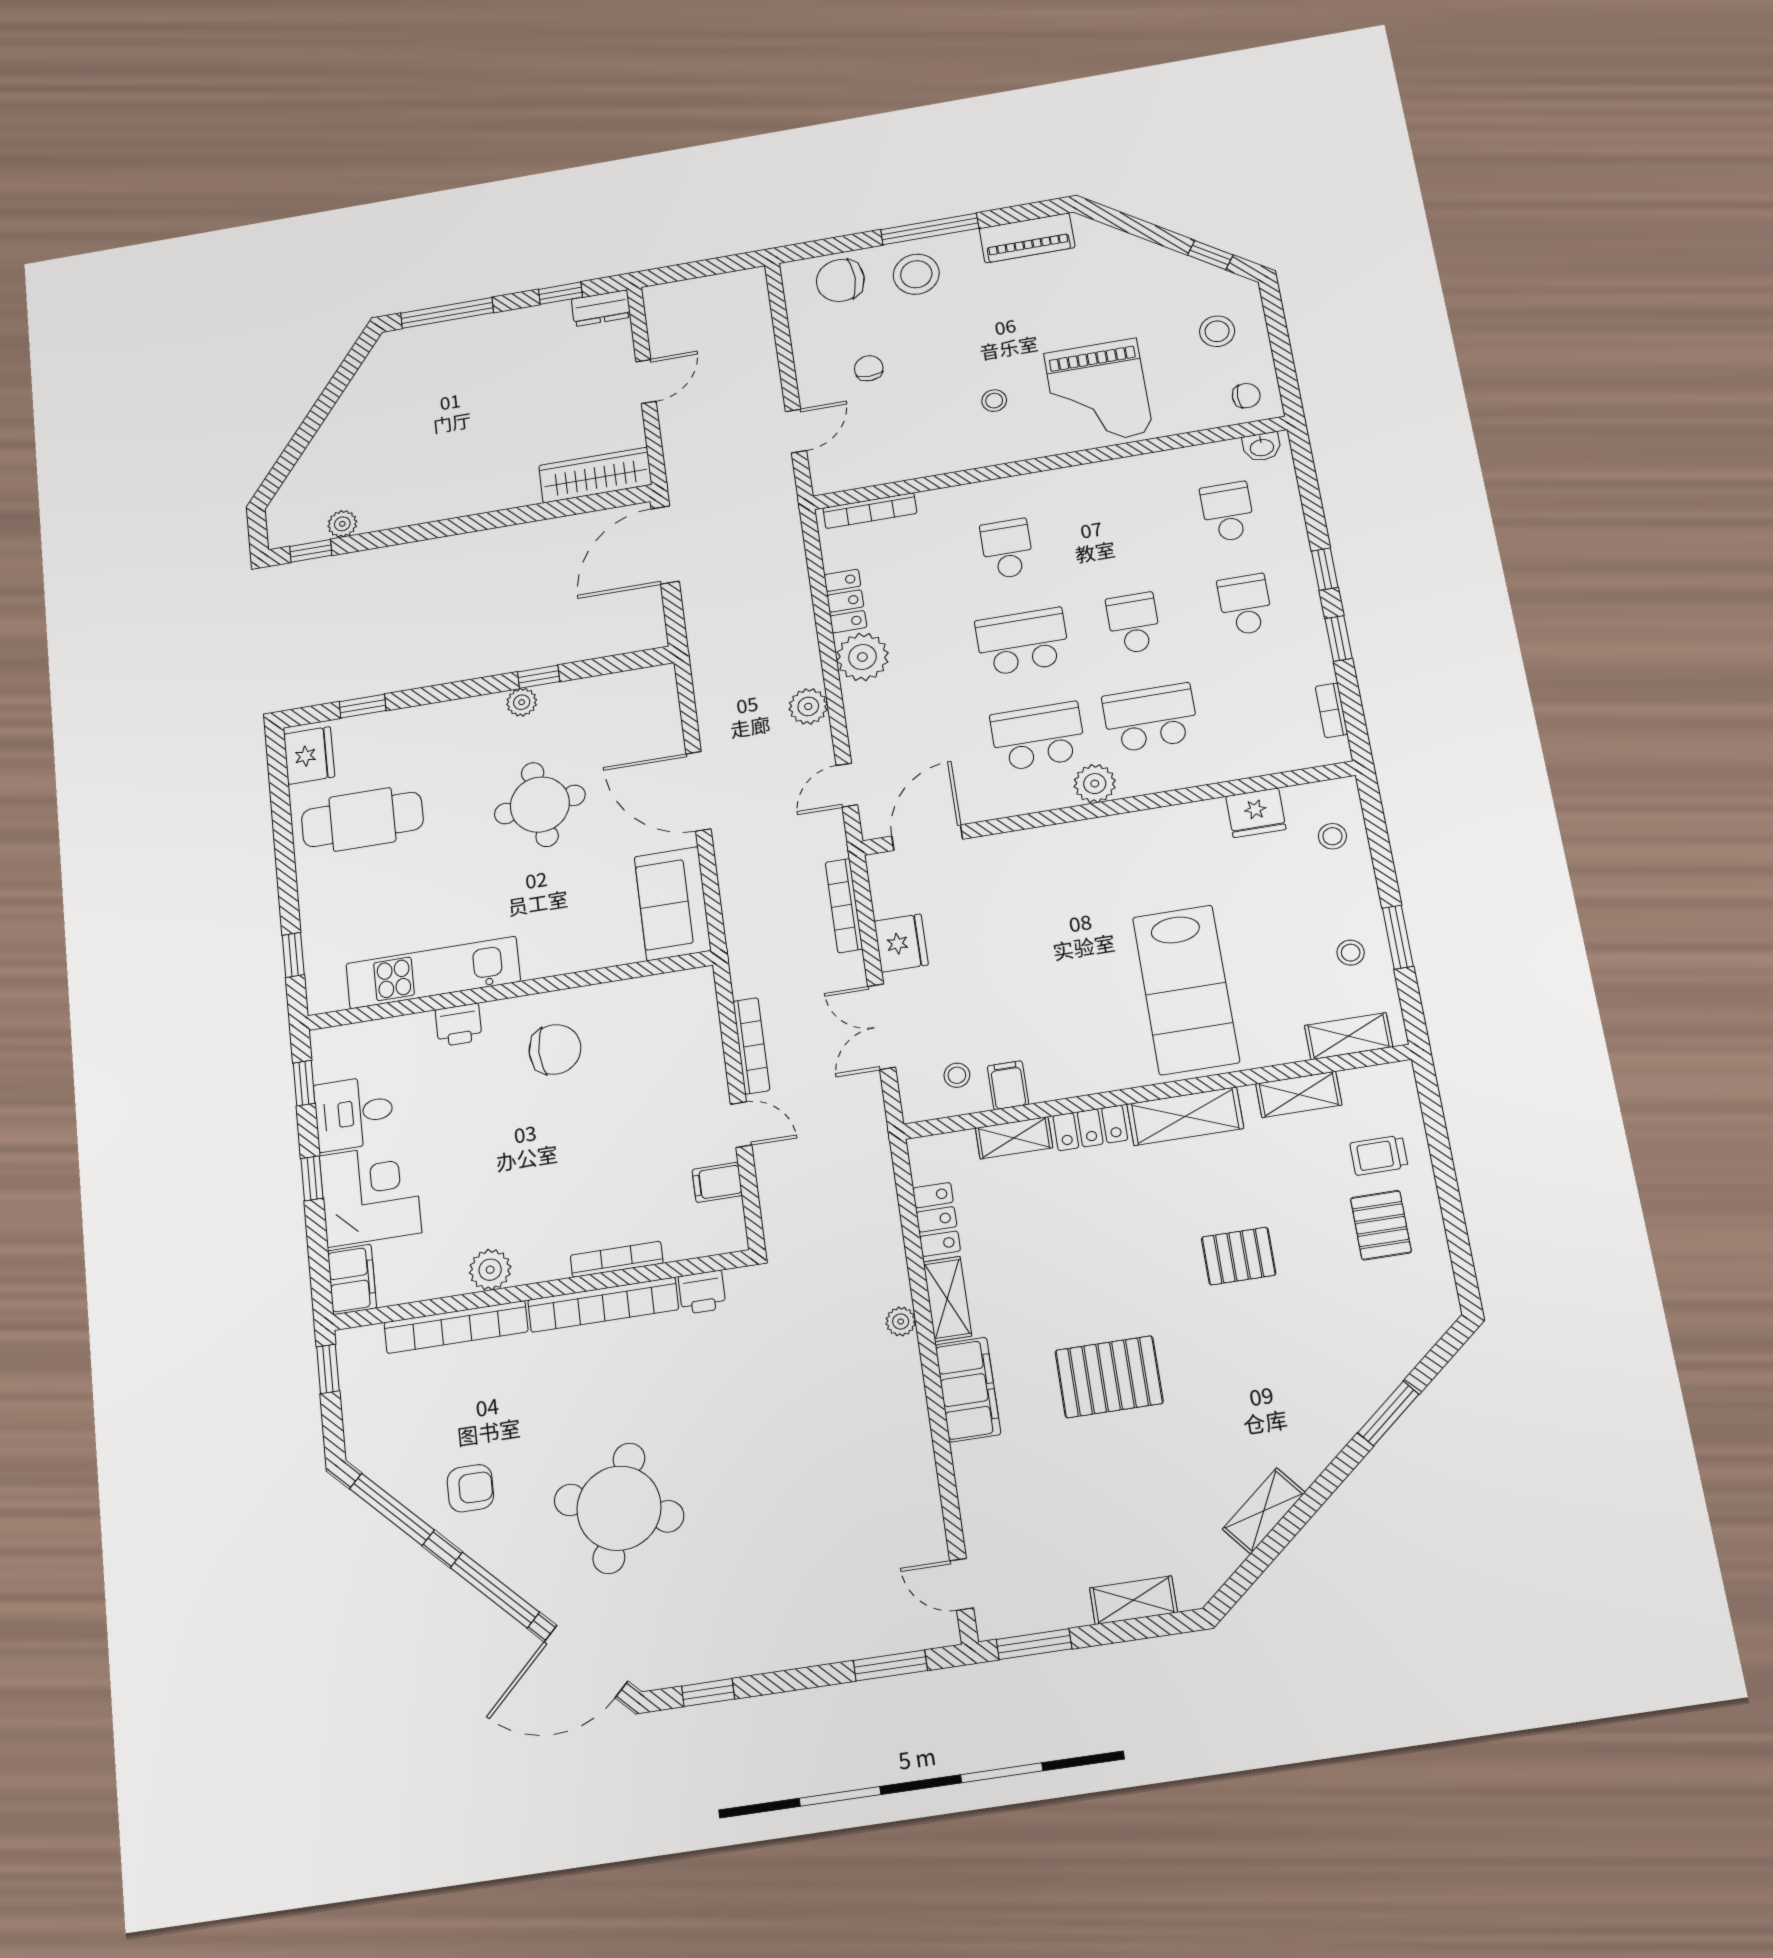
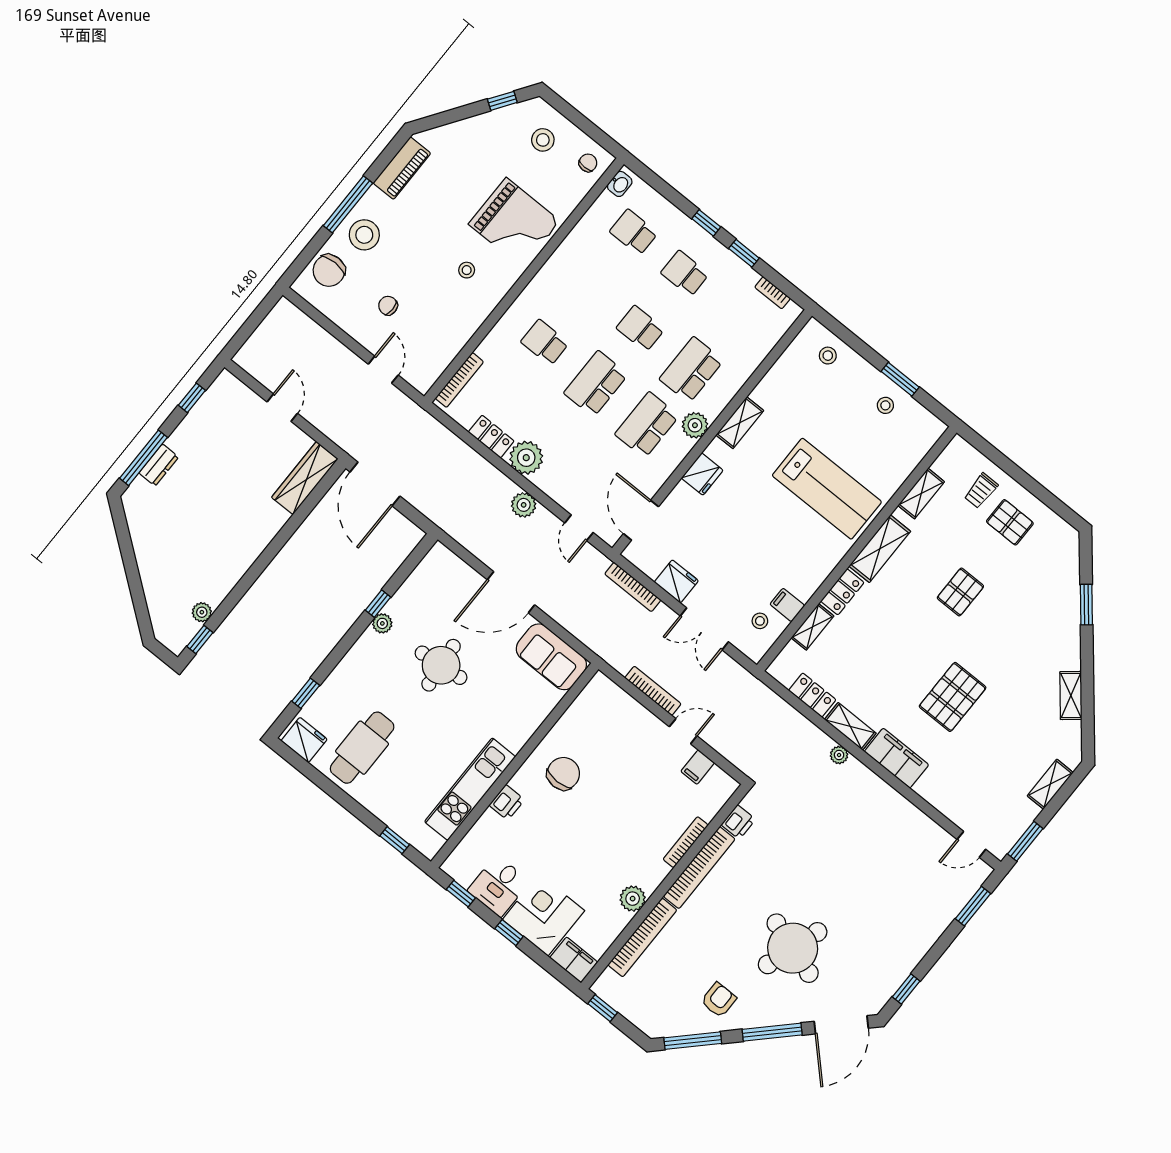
dresser: (601, 308) -> (159, 465), moved
fridge: (1256, 813) -> (702, 474), moved
shelving: (1349, 1036) -> (740, 423), moved

